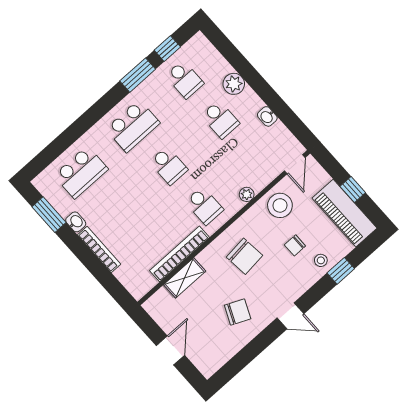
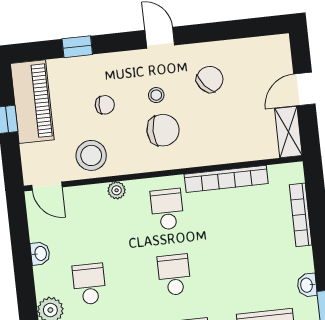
door: (295, 164) -> (47, 186), swing flipped
bookcase: (99, 250) -> (301, 215), moved
chair: (244, 256) -> (163, 130), turned 96
stool: (321, 260) -> (156, 95), moved
shelving: (185, 278) -> (288, 132), moved, turned 90
chair: (238, 312) -> (210, 79), turned 116

